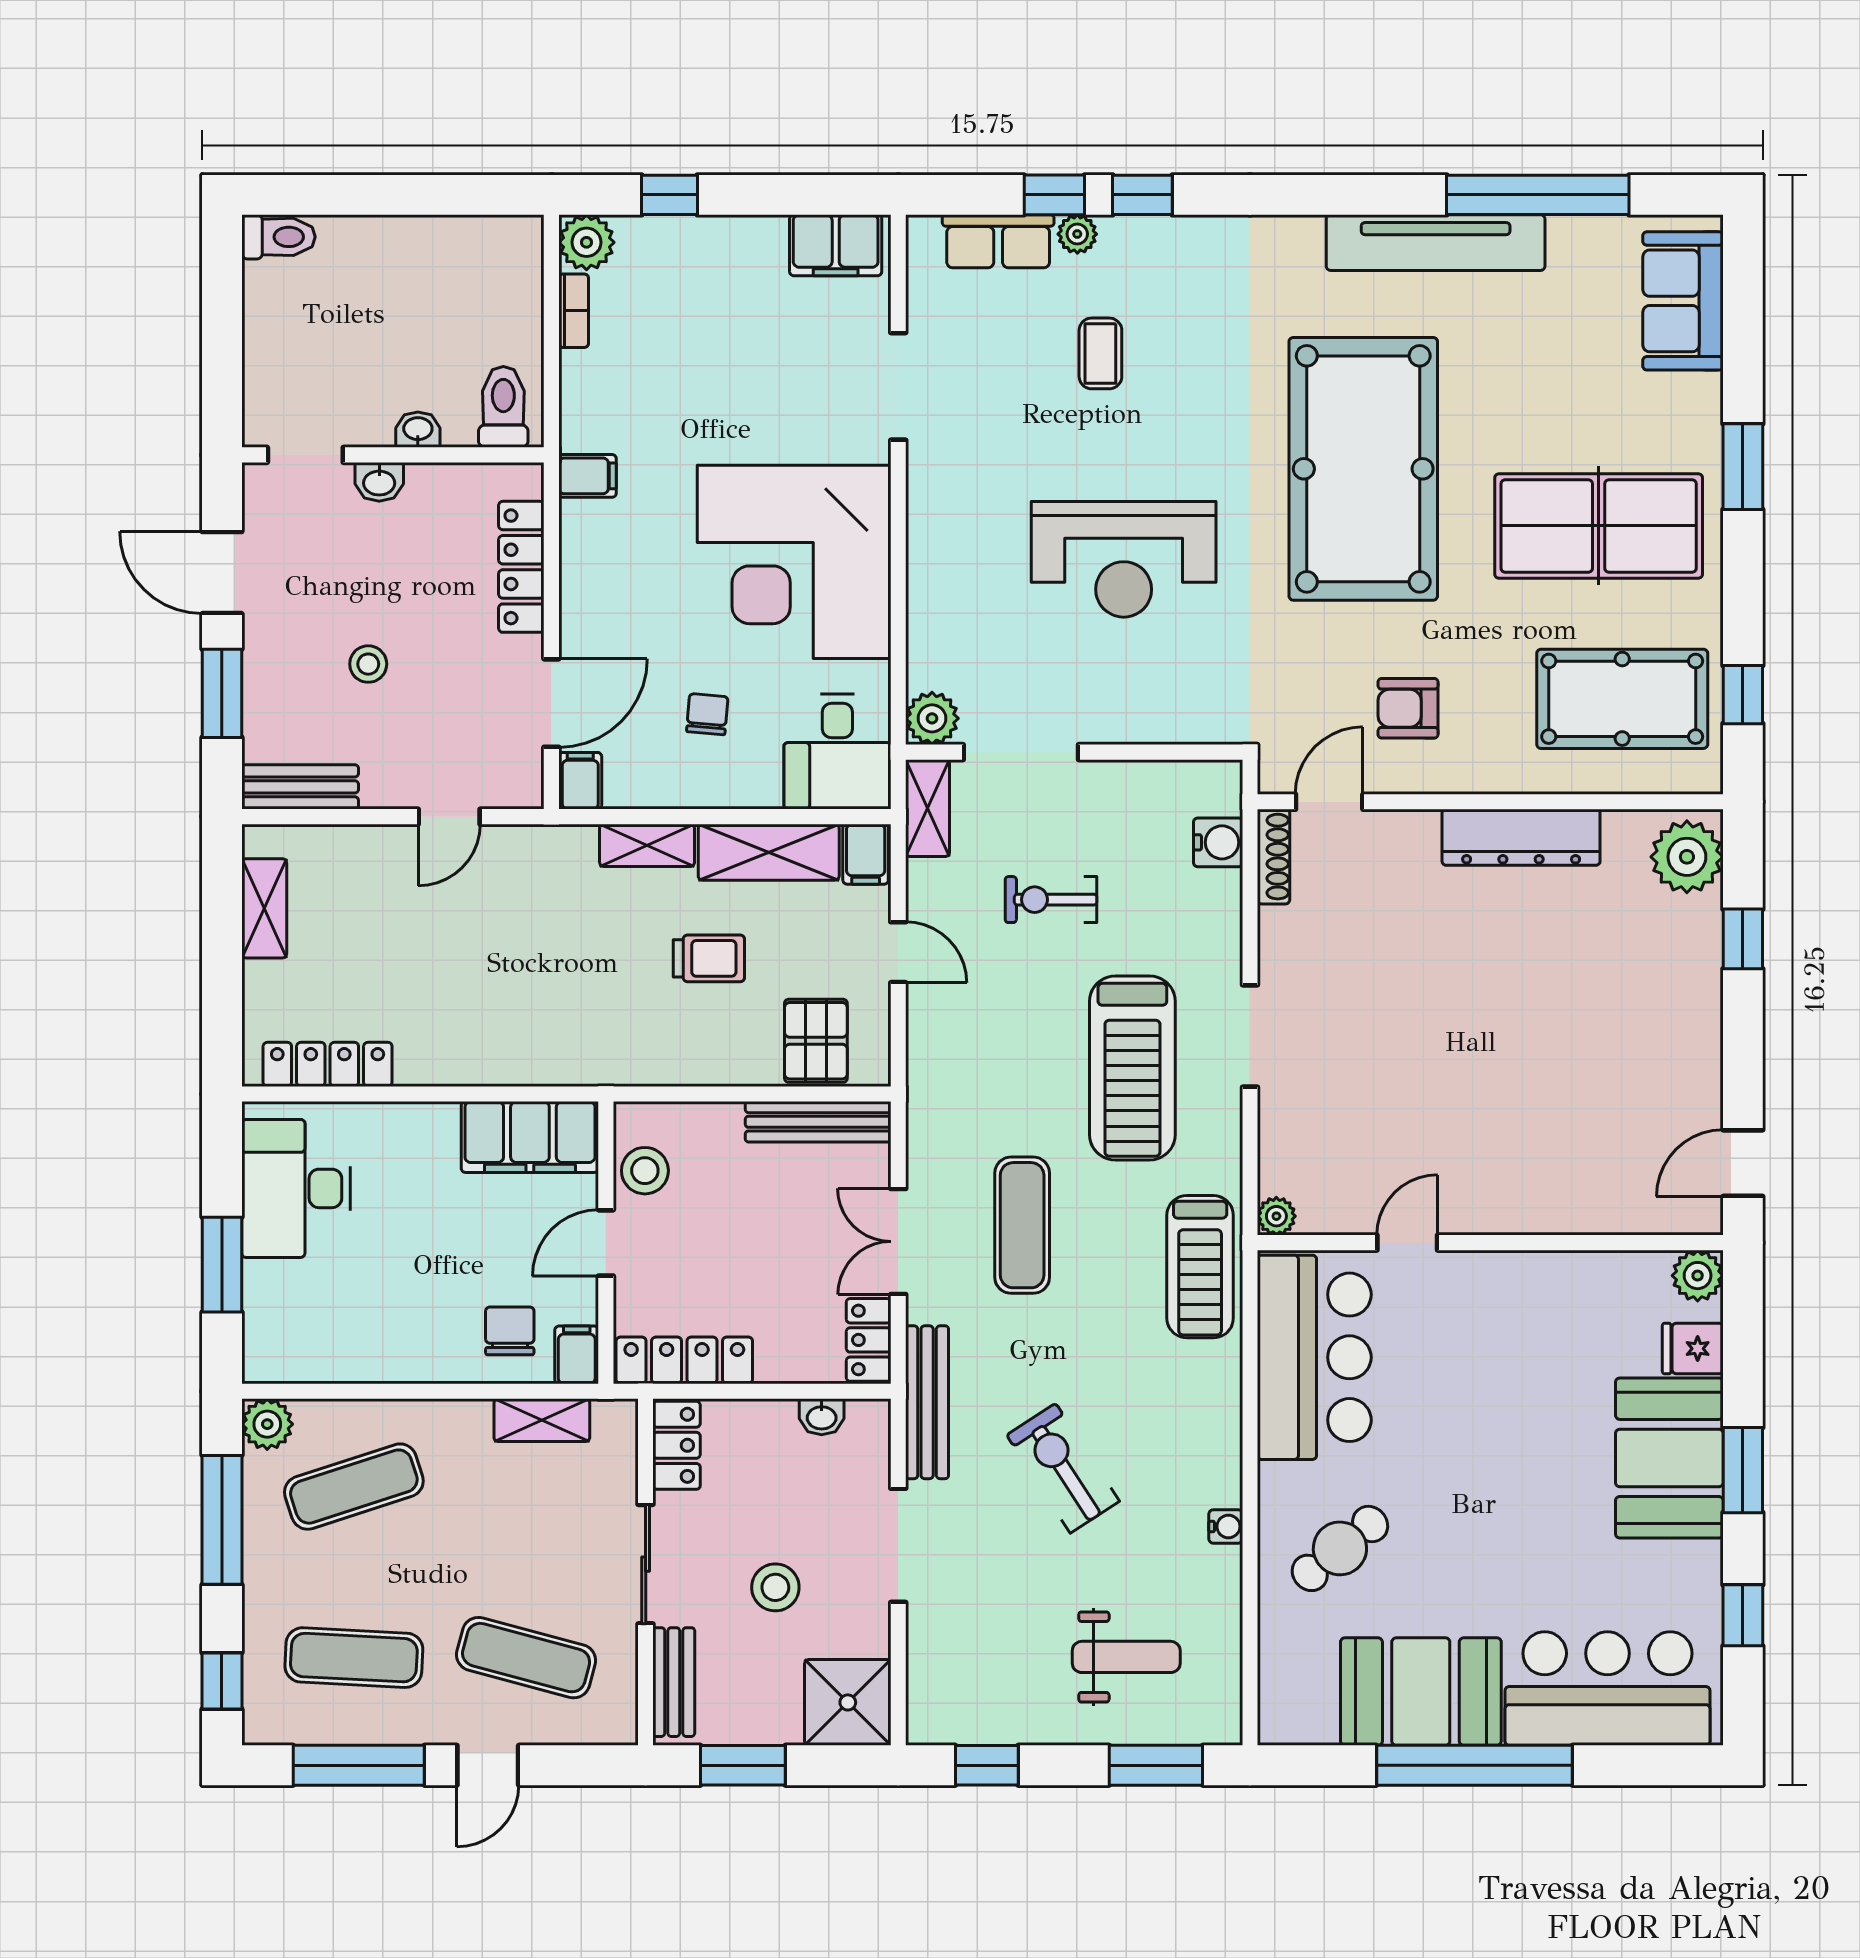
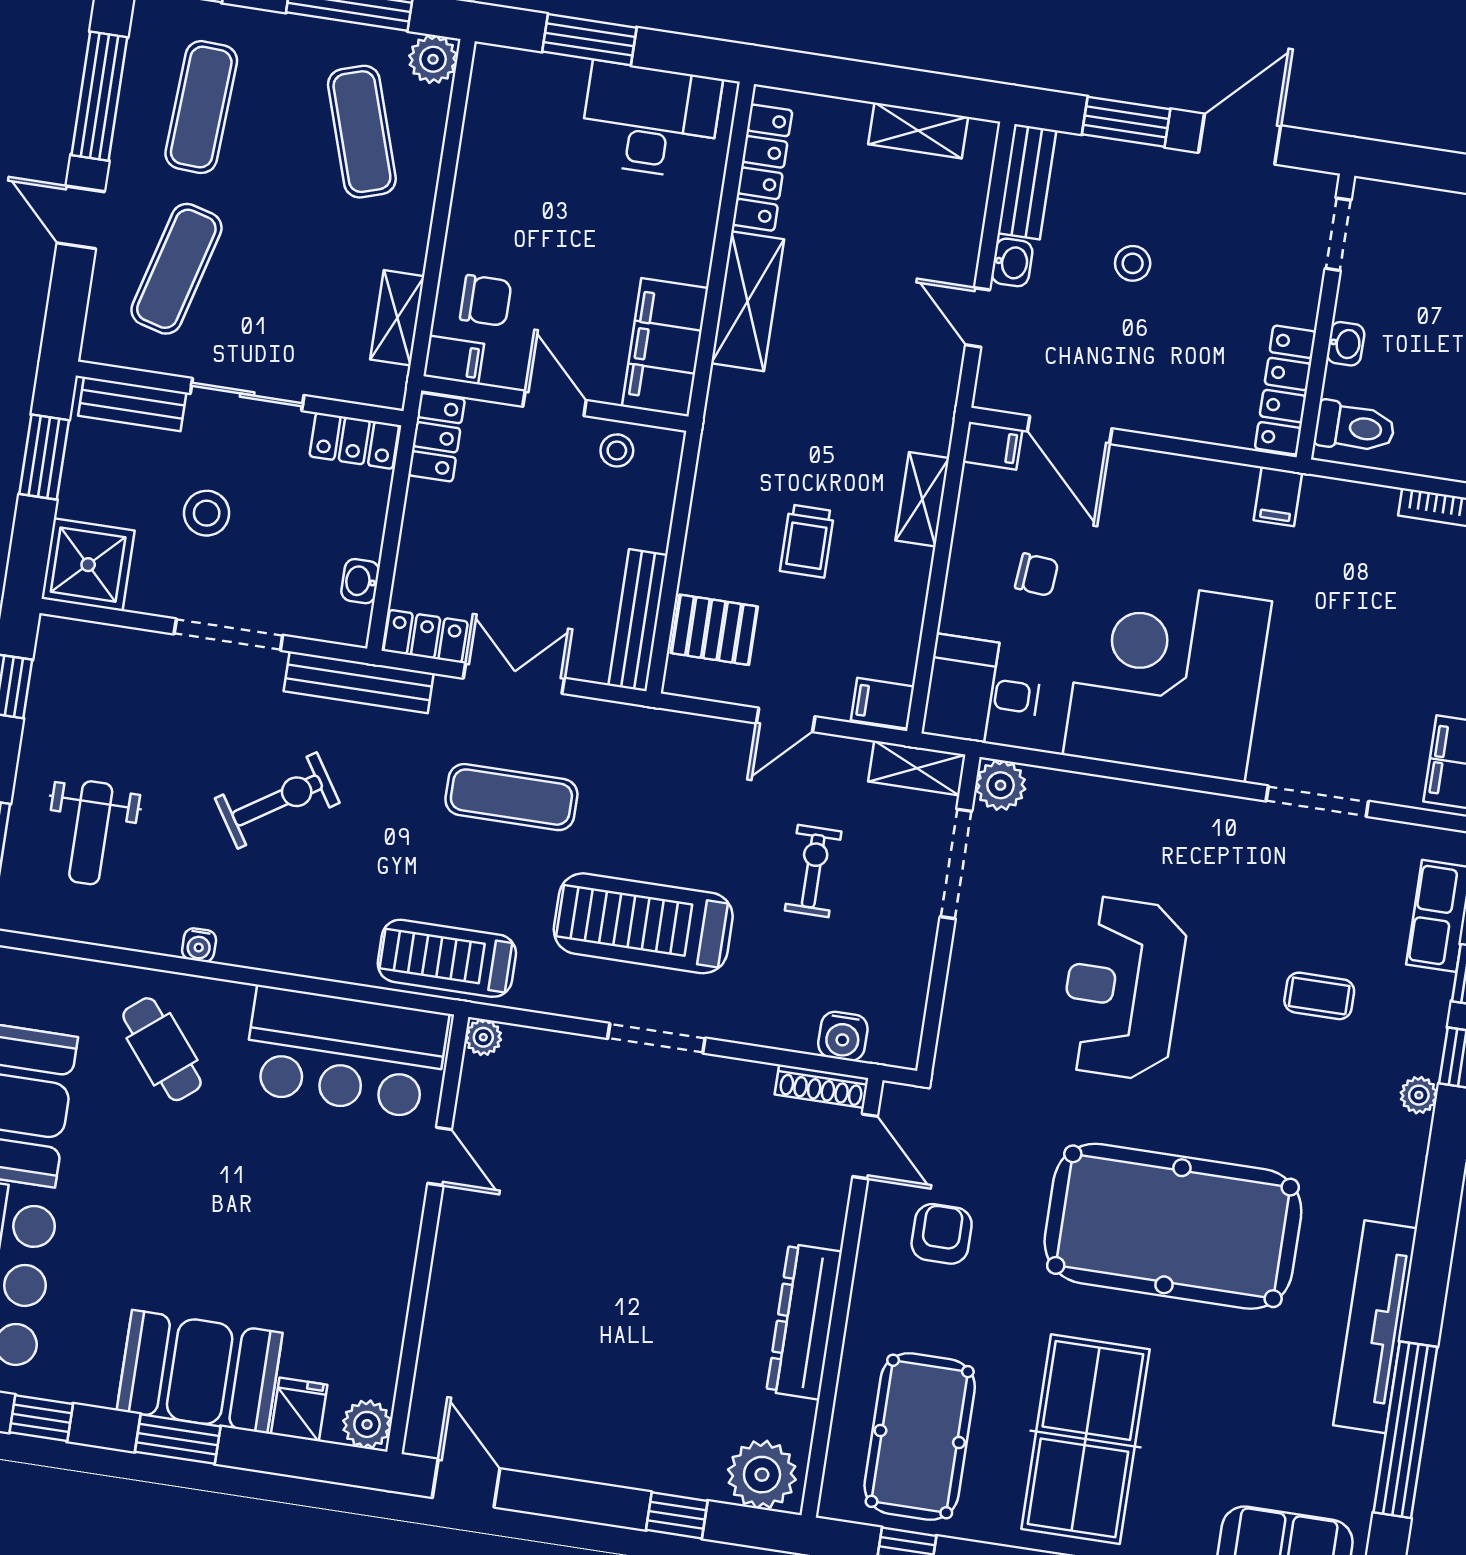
plant: (1077, 234) -> (1419, 1095), moved
washbasin: (379, 482) -> (1012, 262), moved, turned 180
locker: (521, 567) -> (1285, 390), moved, turned -90
shelving: (769, 852) -> (748, 301), moved
stool: (645, 1171) -> (617, 450), width x0.73, depth x0.73
locker: (684, 1360) -> (437, 437), width x0.66

